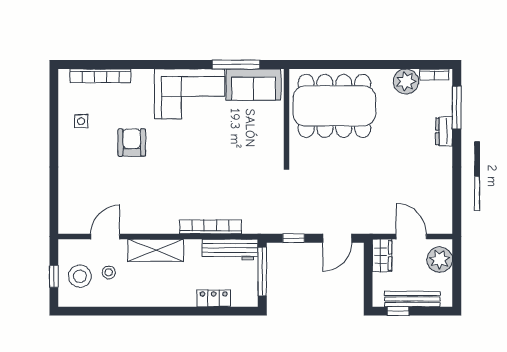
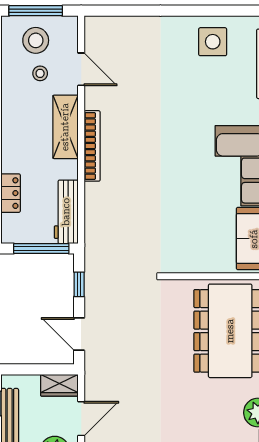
side table: (81, 121) -> (213, 42), width x1.87, depth x1.87
armchair: (132, 142) -> (188, 100), removed
bookcase: (211, 227) -> (92, 146), moved
window: (54, 276) -> (36, 11), width x2.17

